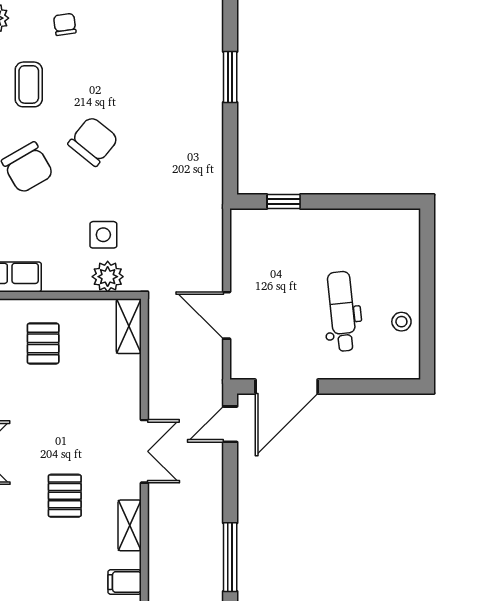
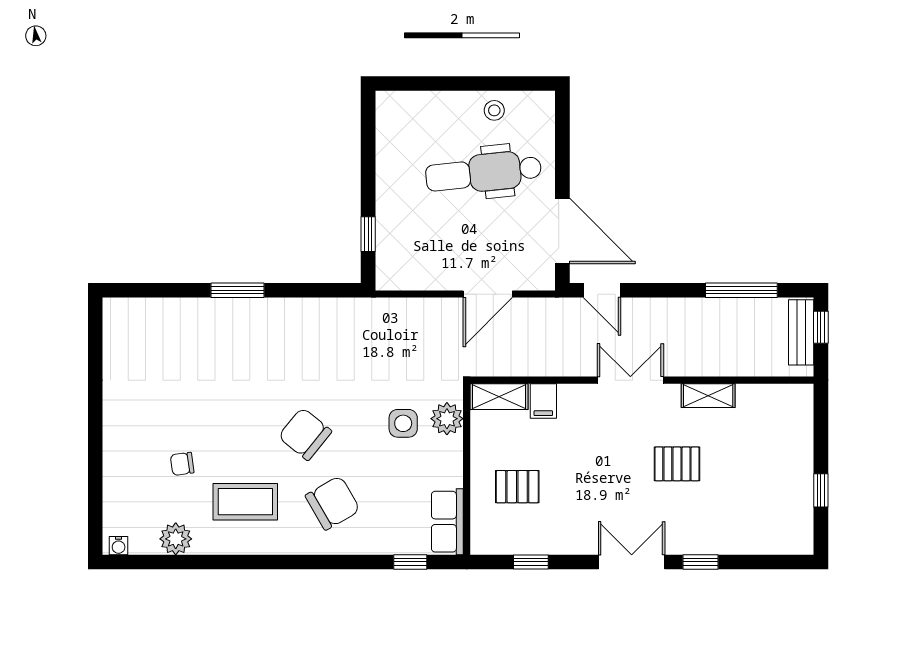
coffee table: (29, 84) -> (245, 502), width x1.36, depth x1.30
dental chair: (342, 311) -> (483, 173), width x1.36, depth x1.38
filing cabinet: (125, 582) -> (543, 401), moved

